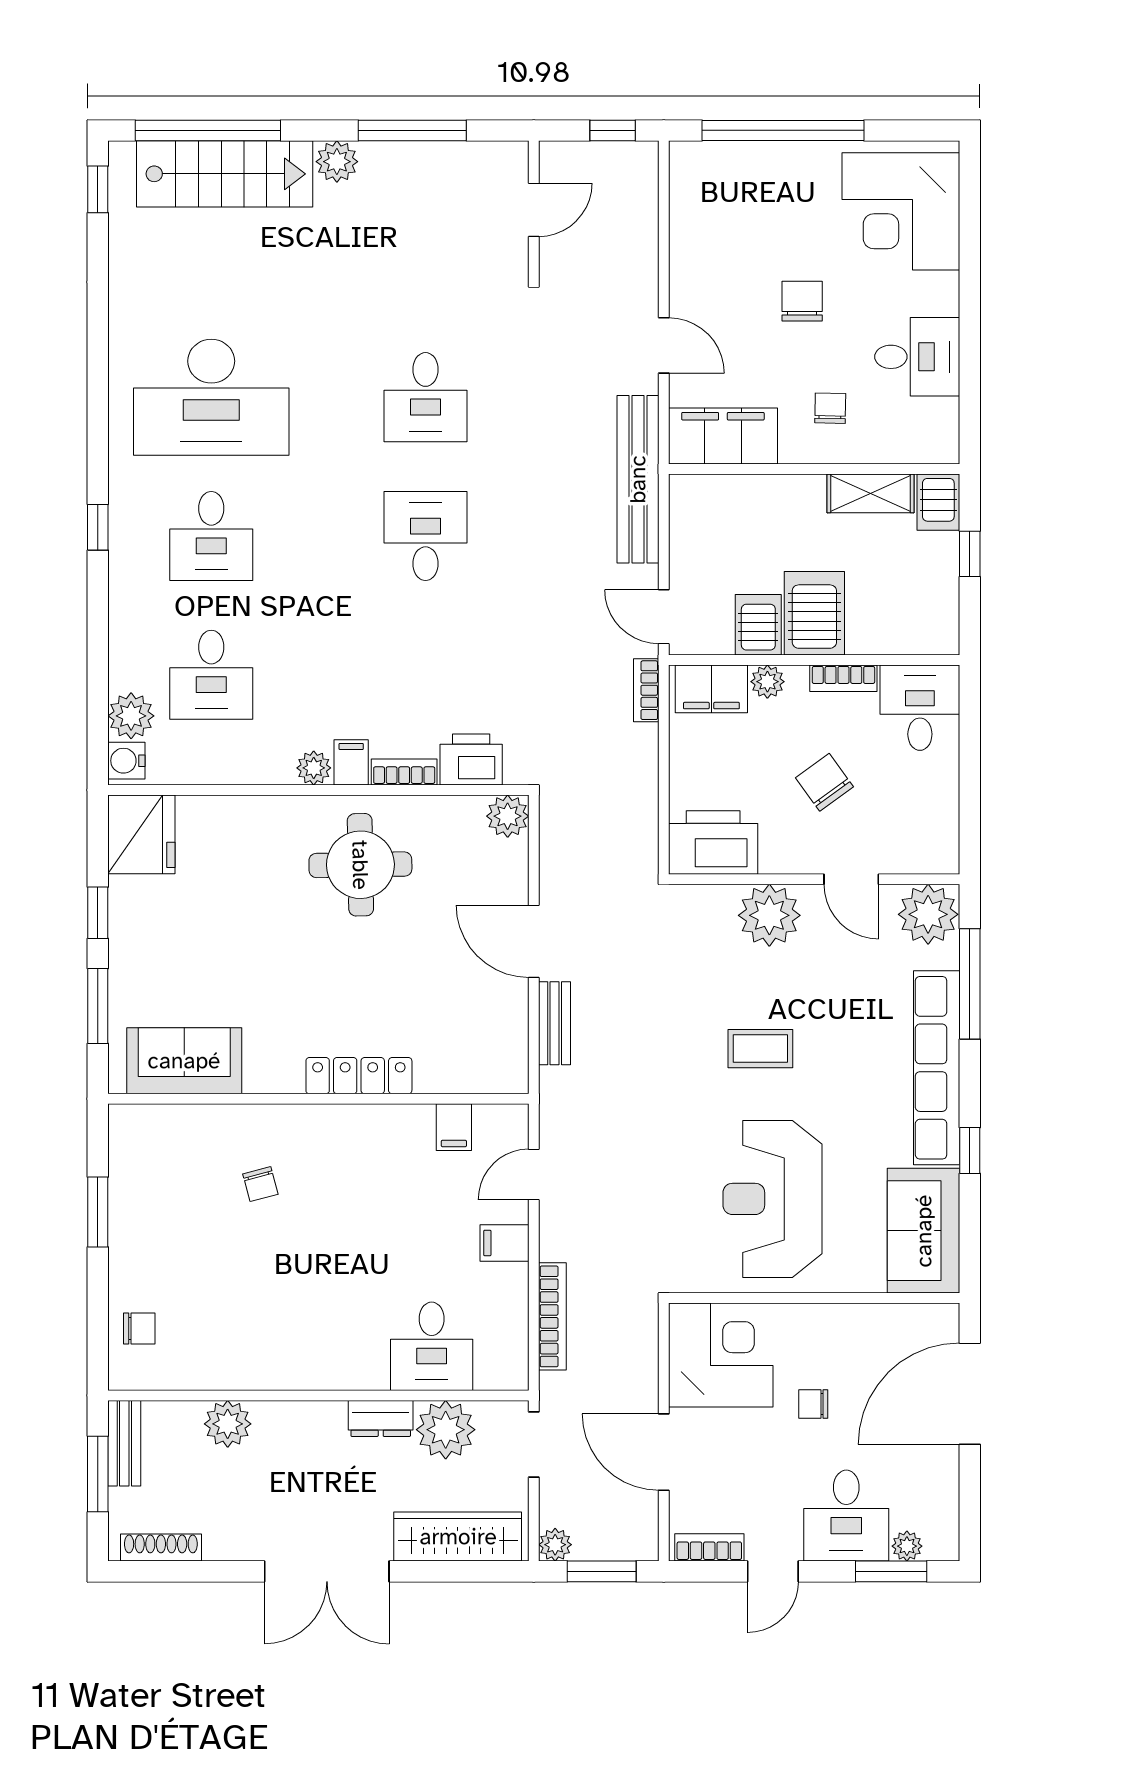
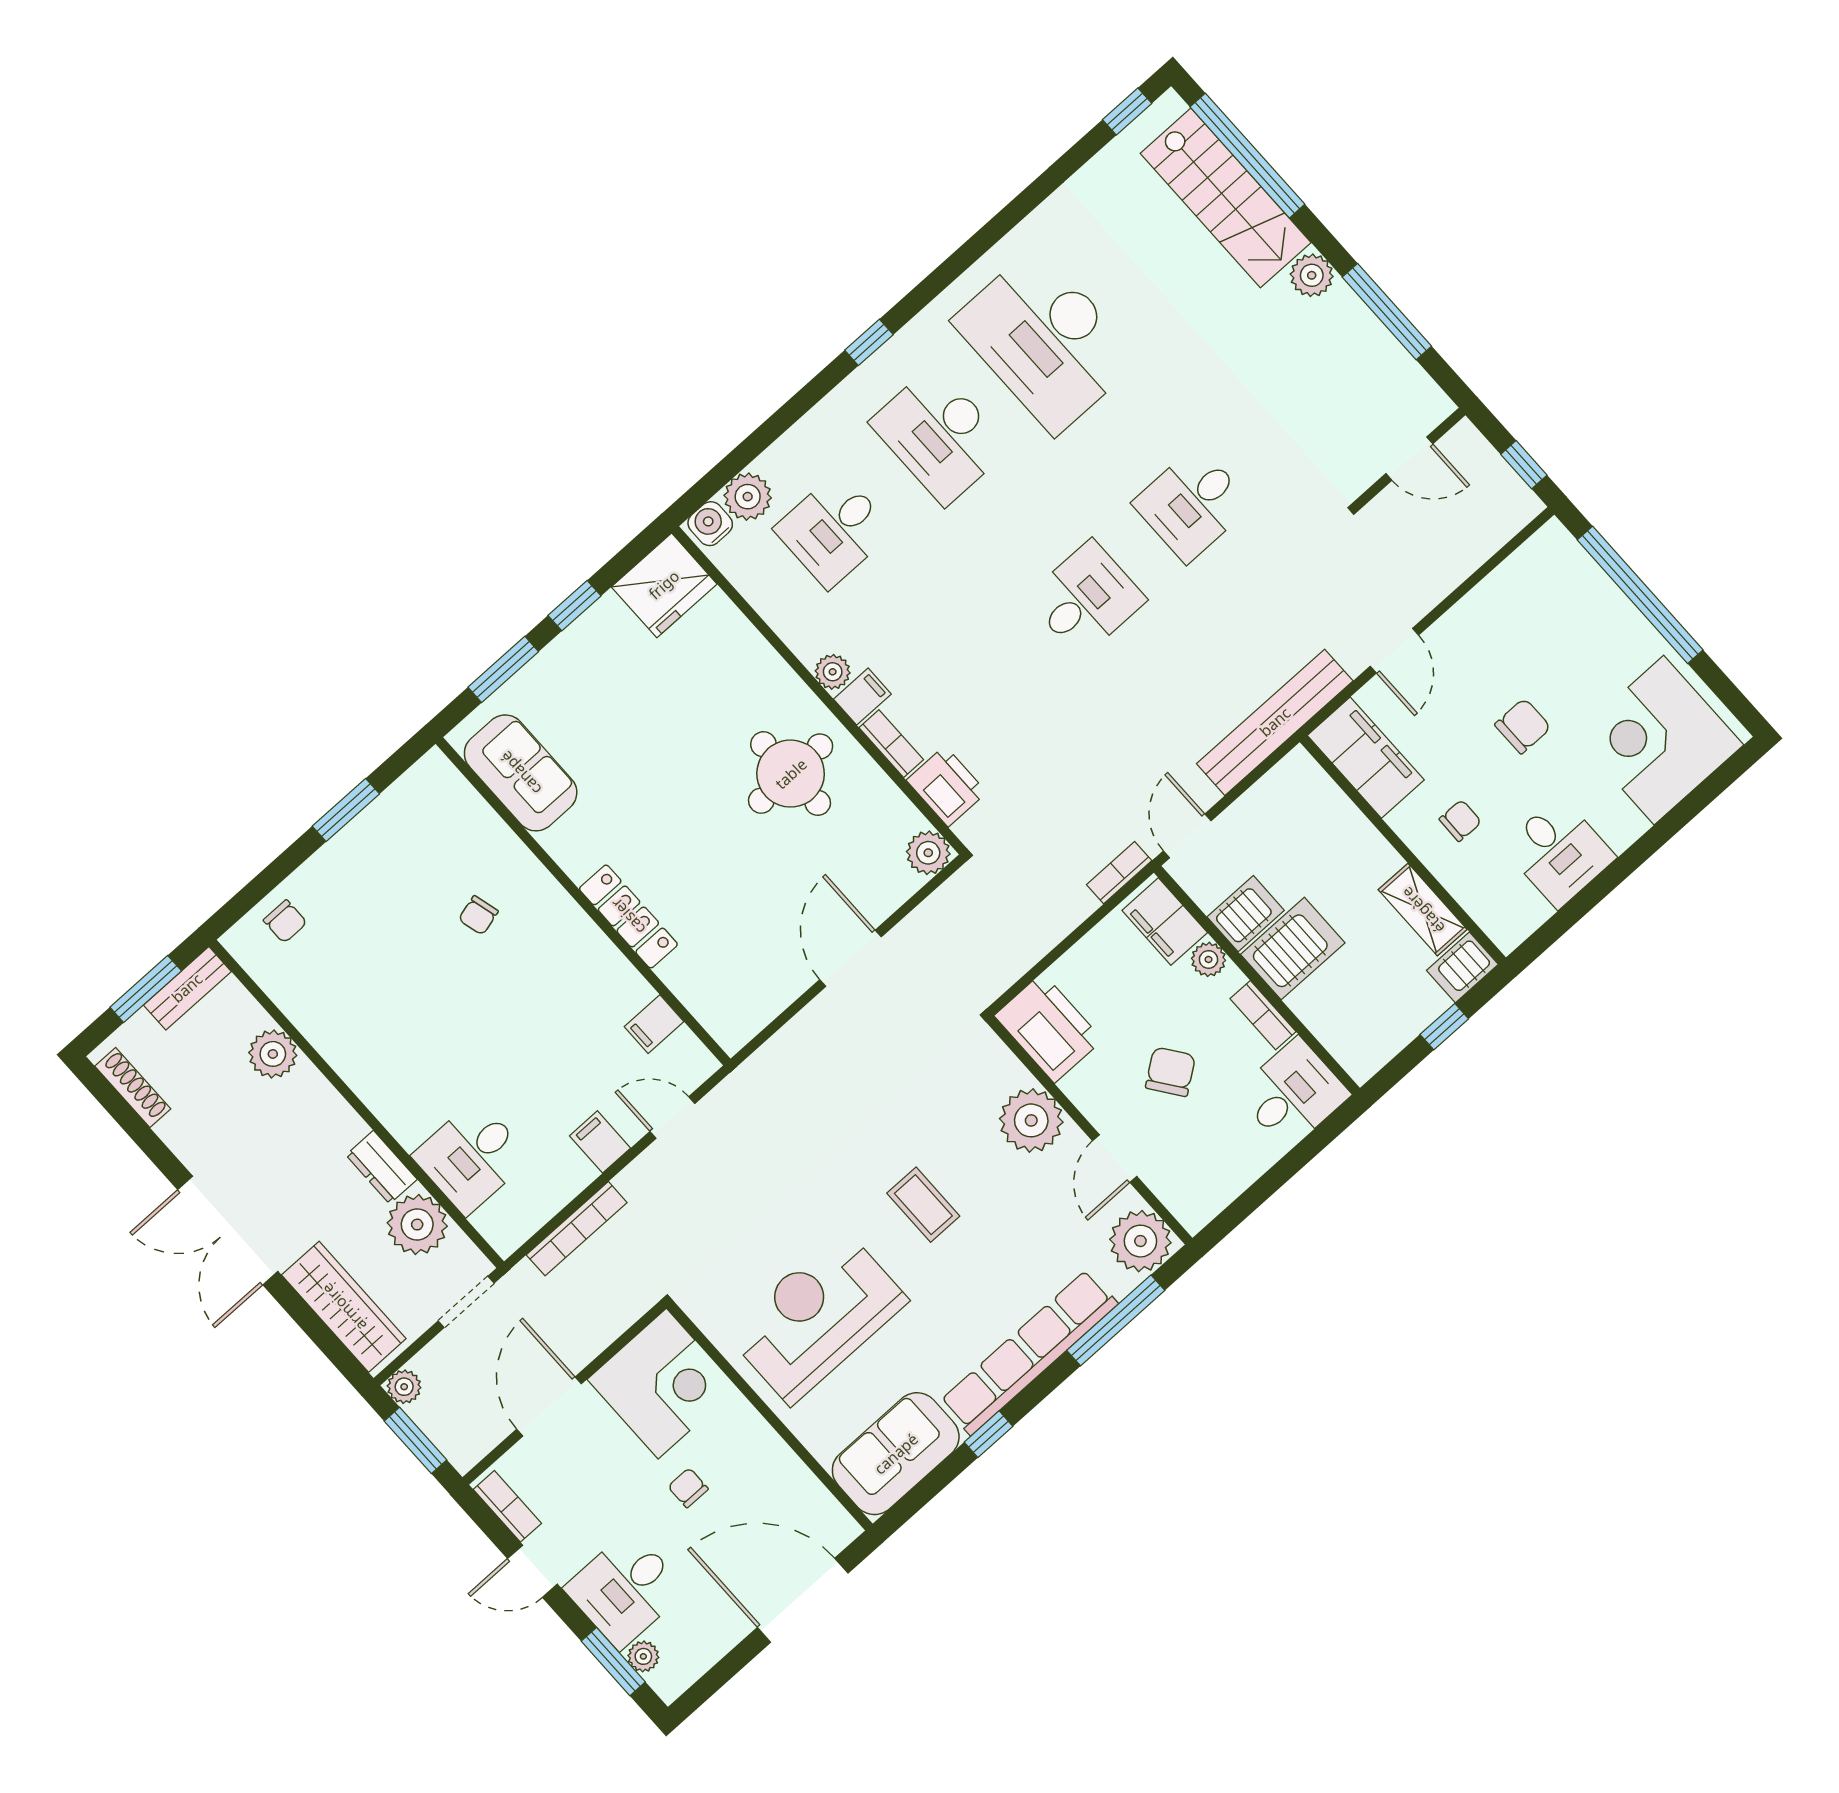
desk: (211, 536) -> (940, 435), width x1.37
bench: (555, 1023) -> (802, 1030), removed

